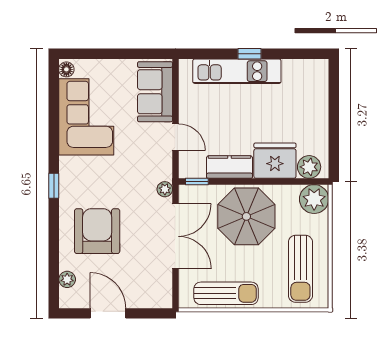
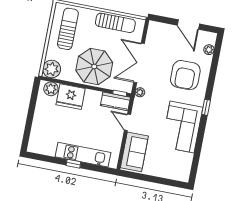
floor lamp: (66, 69) -> (185, 176), removed
corner sofa: (86, 117) -> (182, 127), moved
kitchen counter: (229, 167) -> (115, 101), moved
sun lounger: (226, 293) -> (115, 23), turned 180

